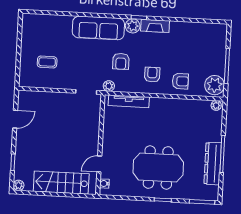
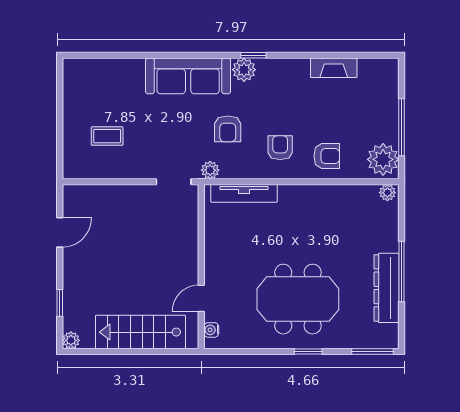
fireplace: (155, 26) -> (334, 68), moved

